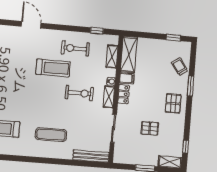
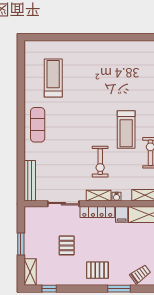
locker: (123, 94) -> (97, 212), width x1.53
exercise mat: (51, 135) -> (38, 125), moved

